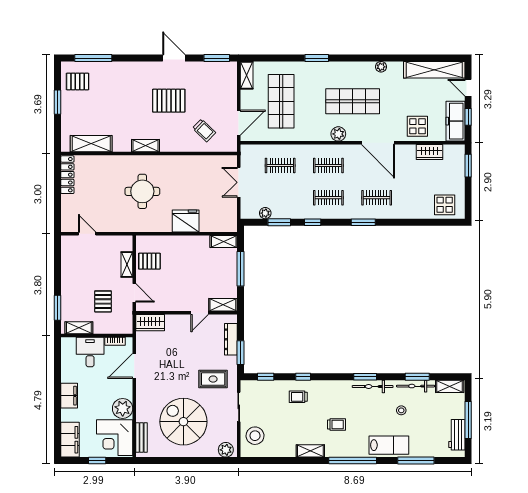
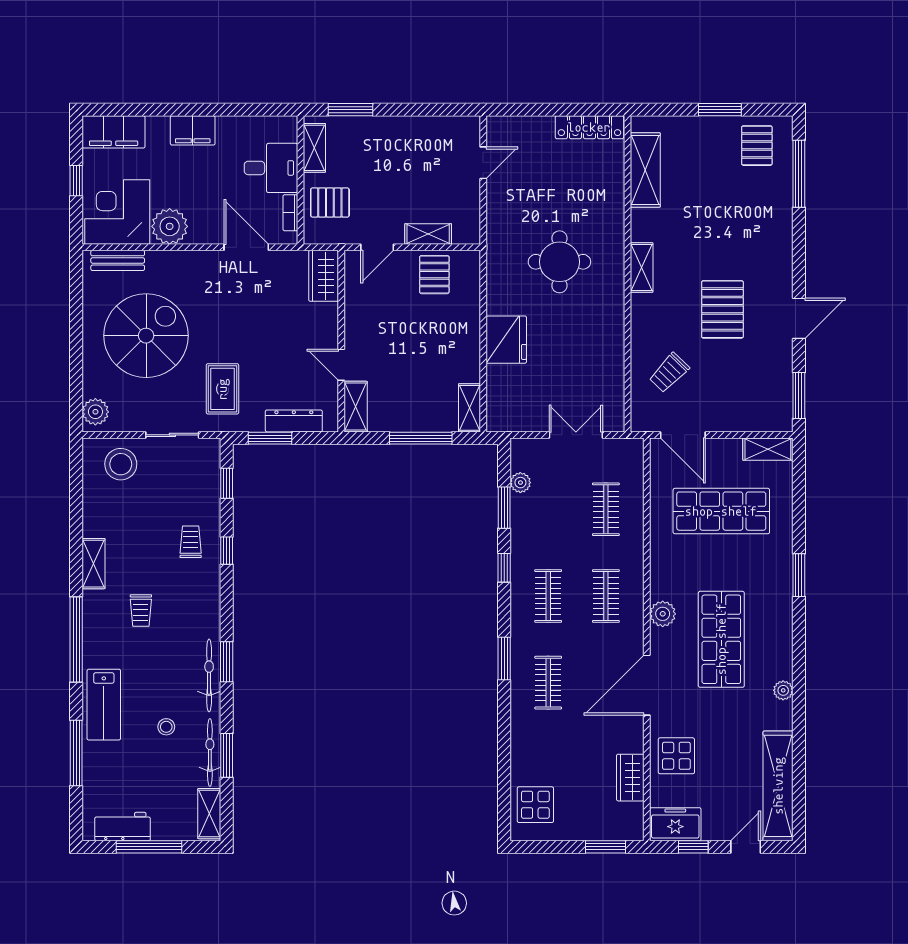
freezer: (455, 121) -> (675, 824), width x0.71
pallet: (103, 301) -> (330, 202), moved

